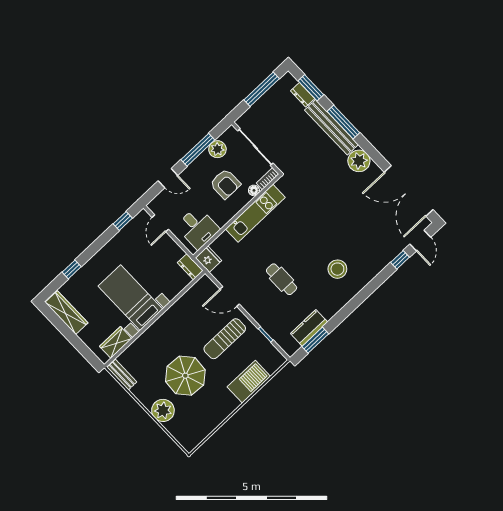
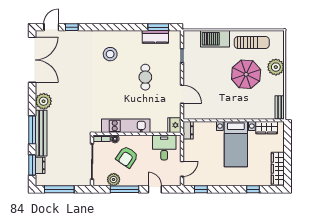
armchair: (225, 184) -> (127, 157), turned -146
sun lounger: (225, 339) -> (252, 42), moved

